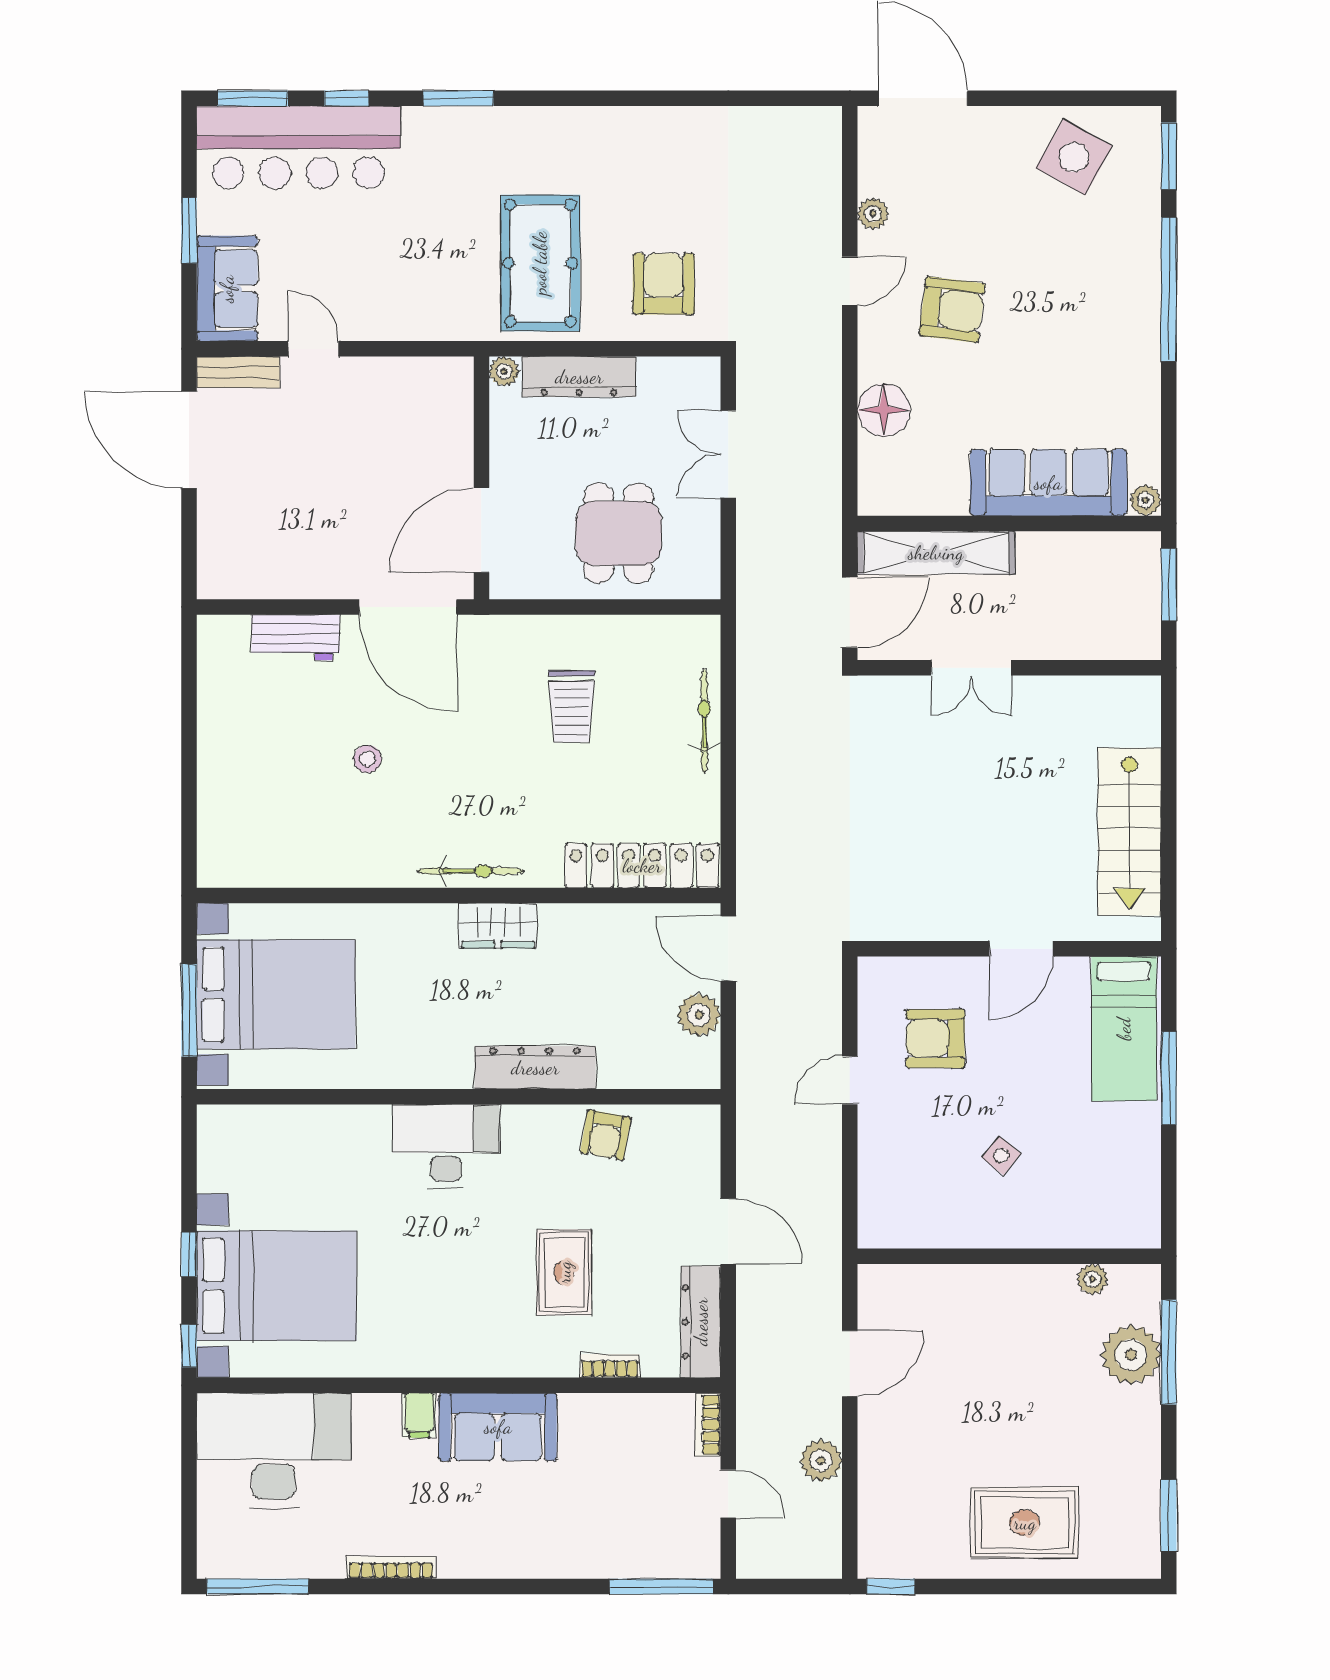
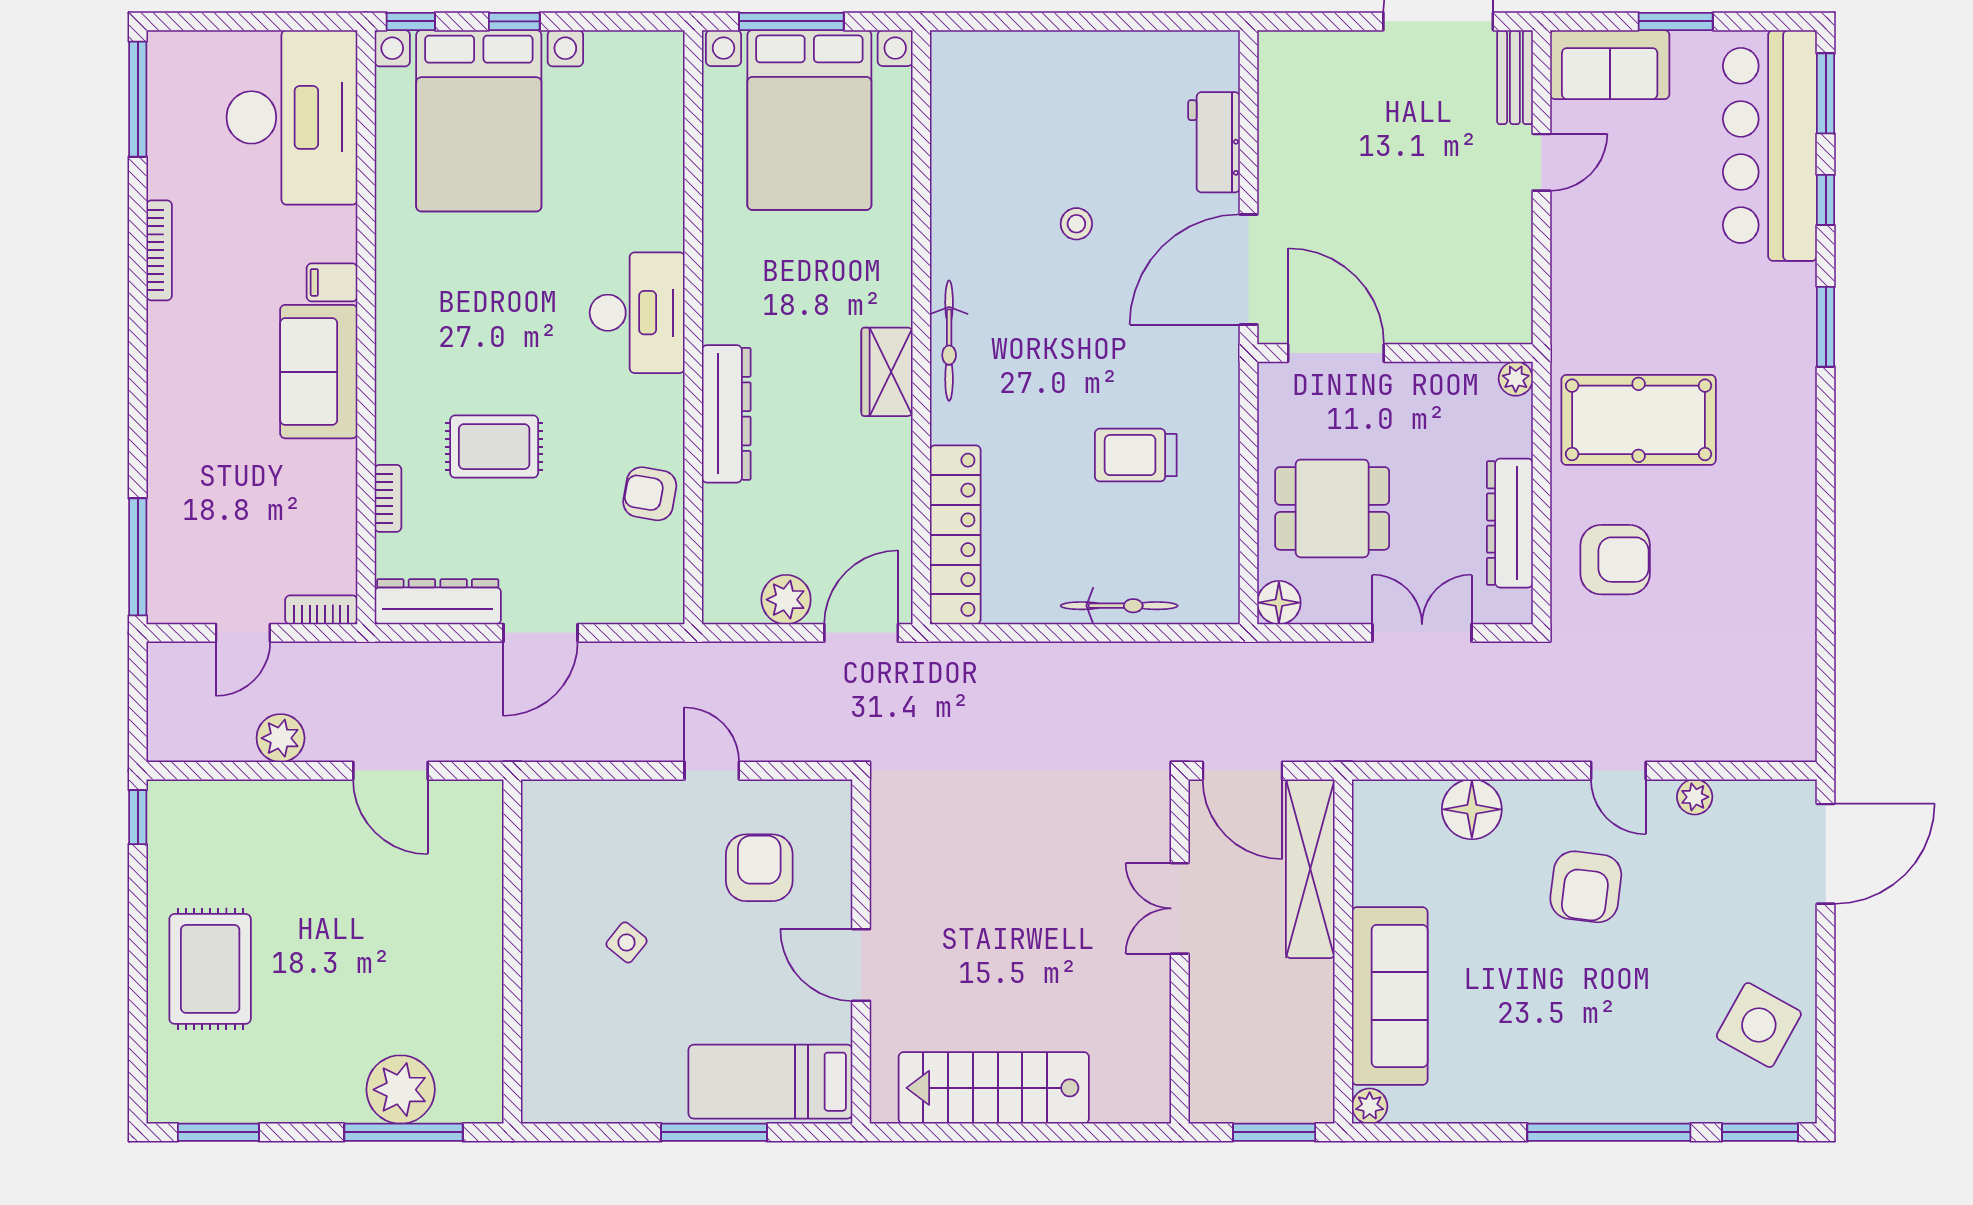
dresser: (579, 377) -> (1510, 523), moved
floor lamp: (702, 580) -> (1279, 603), added
plant: (1092, 1279) -> (486, 1046), removed

